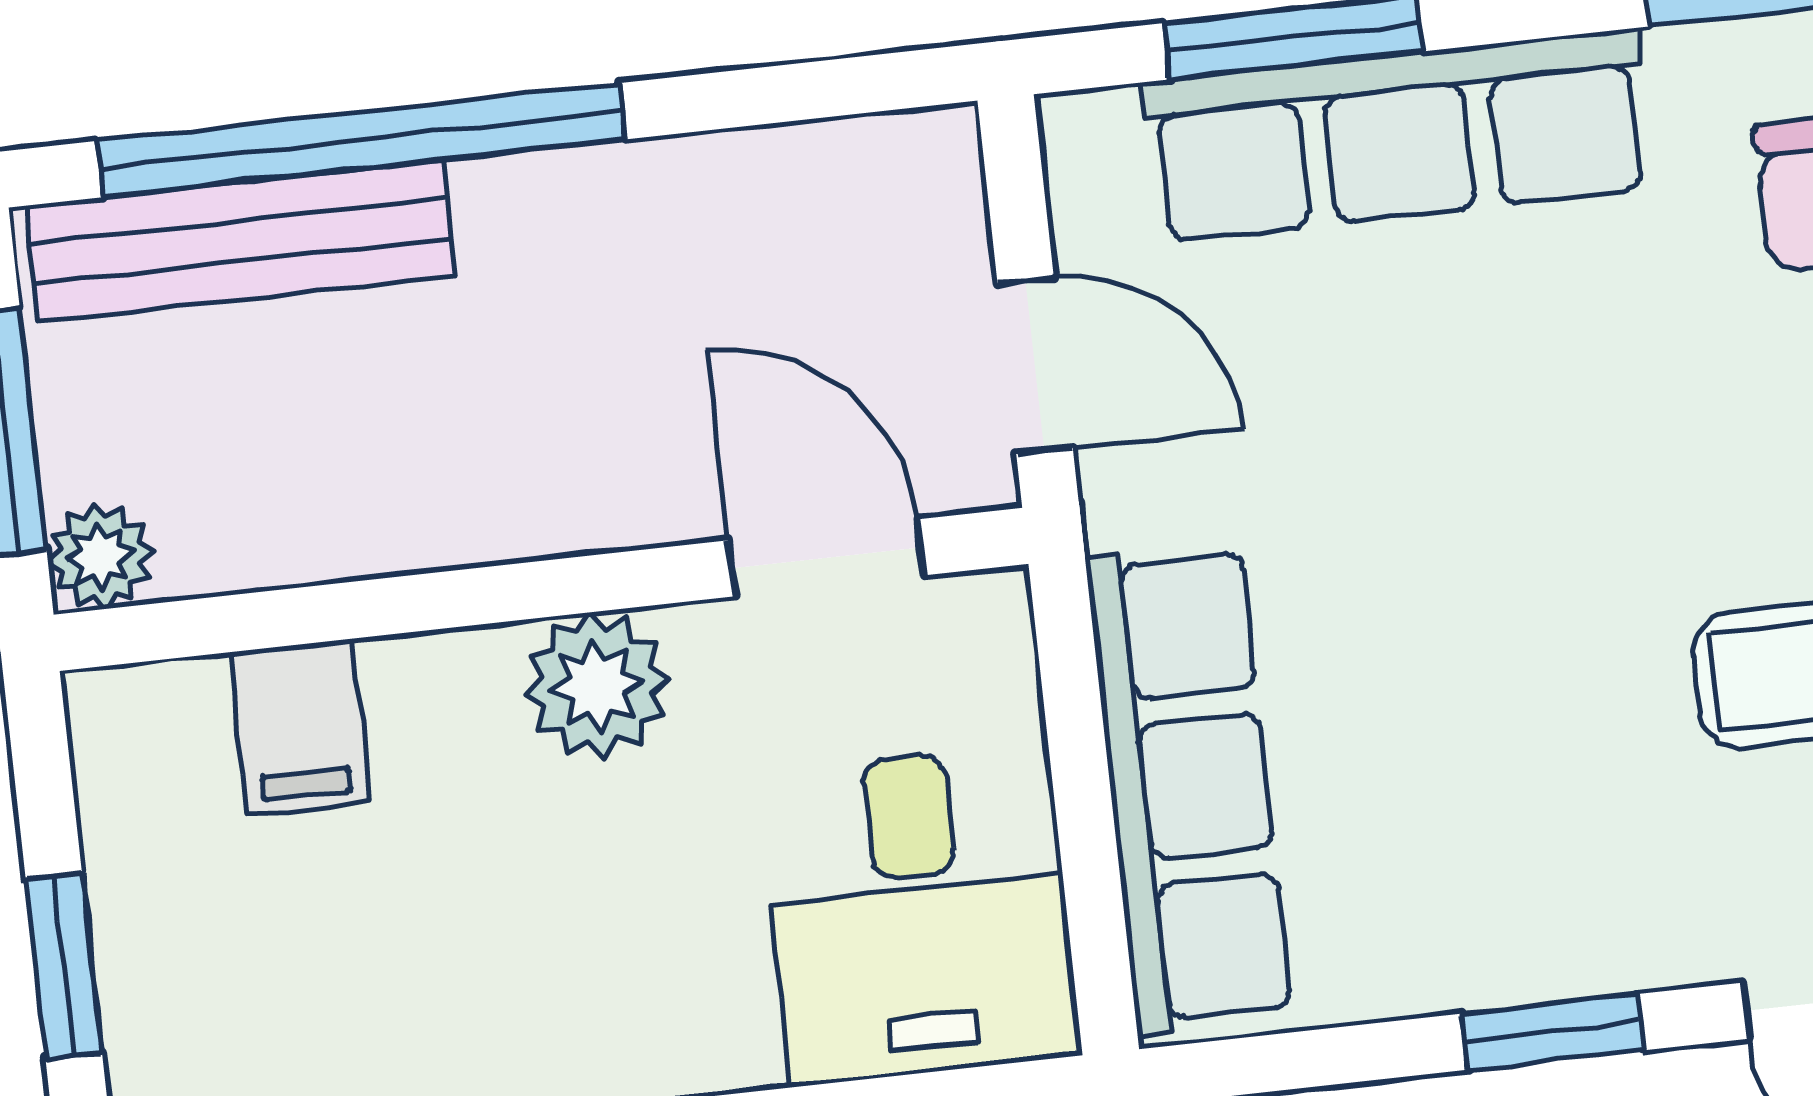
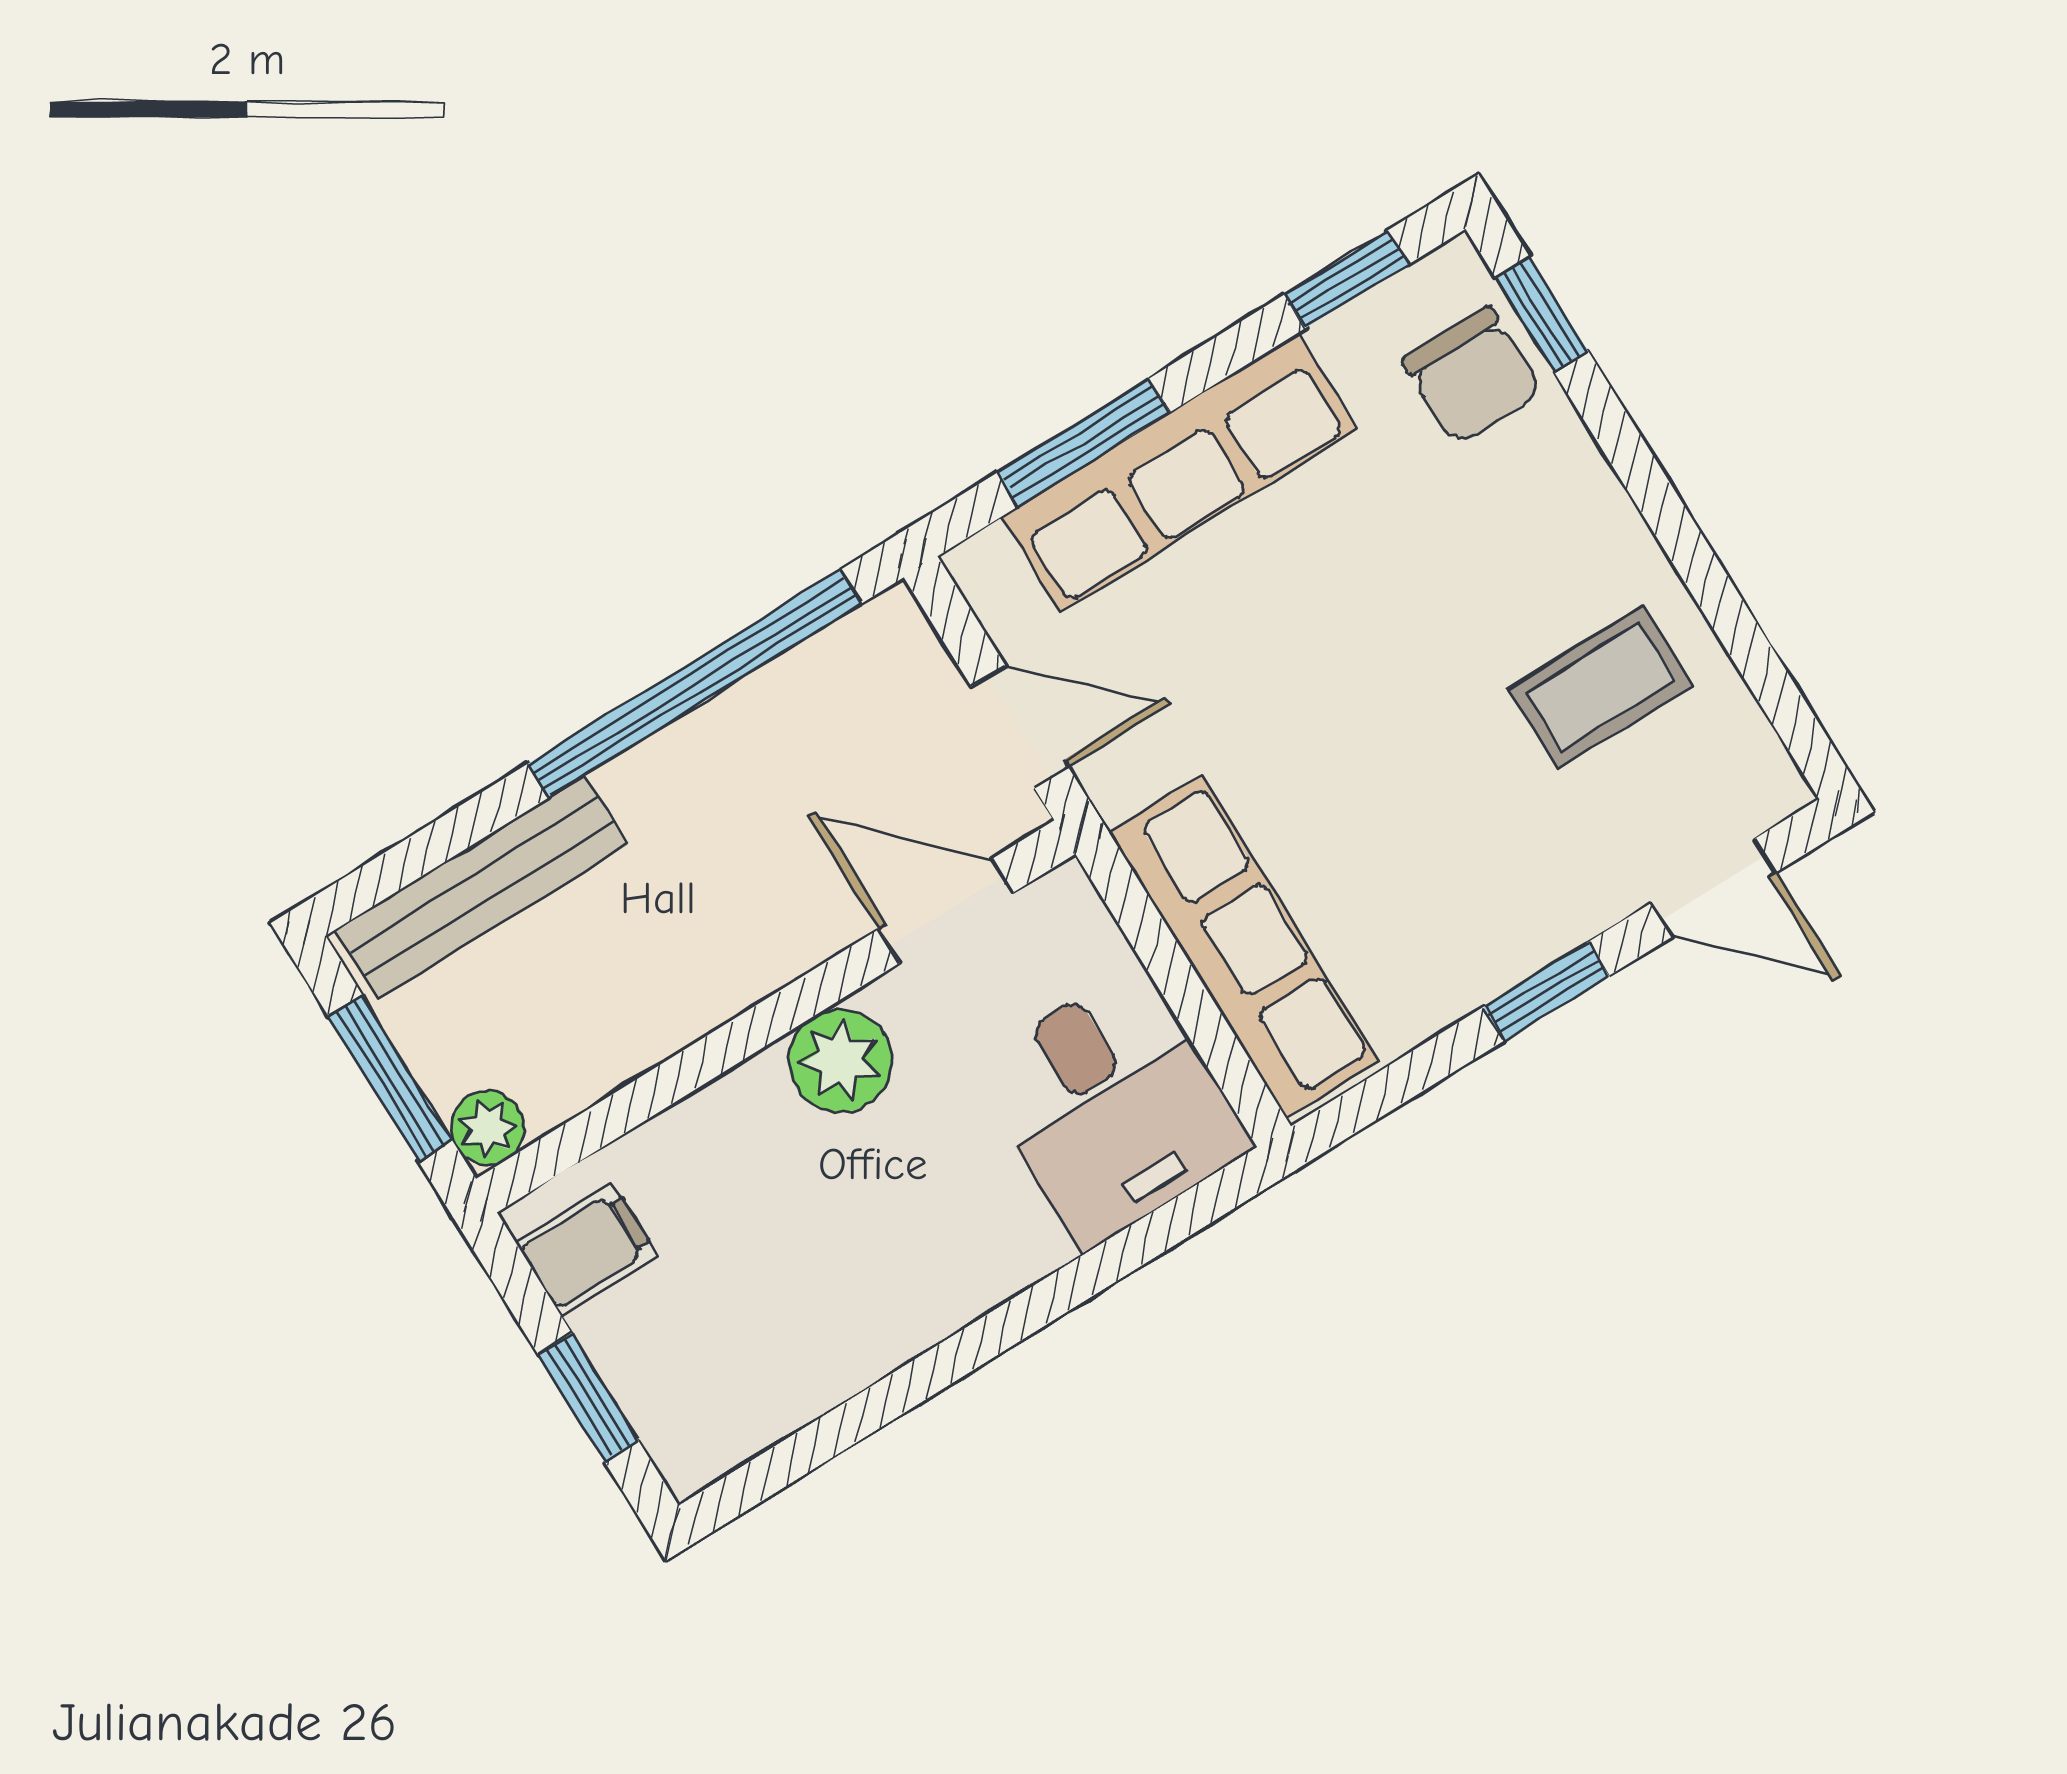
window: (362, 140) -> (695, 684), moved
filing cabinet: (300, 727) -> (587, 1249), moved, turned -90

